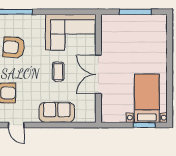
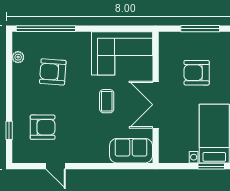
armchair: (132, 48) -> (197, 73), added
sofa: (57, 112) -> (131, 151), moved

